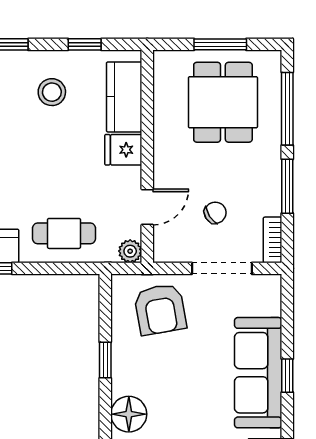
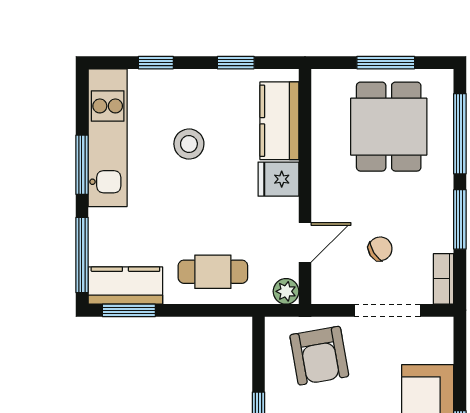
stool: (52, 92) -> (189, 144), moved

